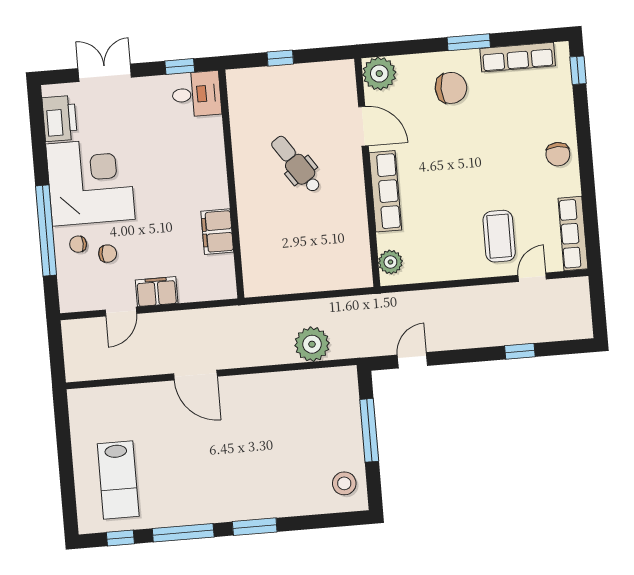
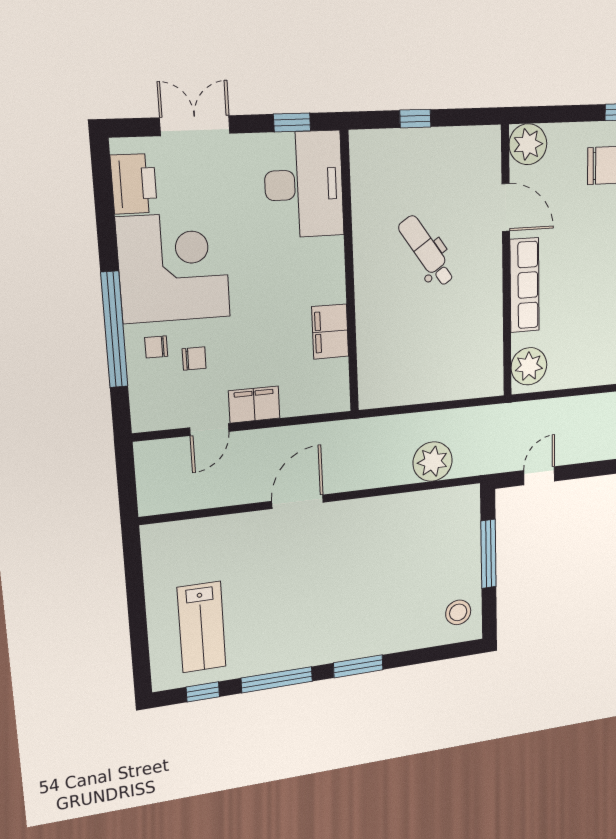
desk: (196, 94) -> (304, 184), width x1.87, depth x1.30
plant: (390, 262) -> (529, 366), width x1.36, depth x1.36
door: (195, 375) -> (298, 502), swing flipped

